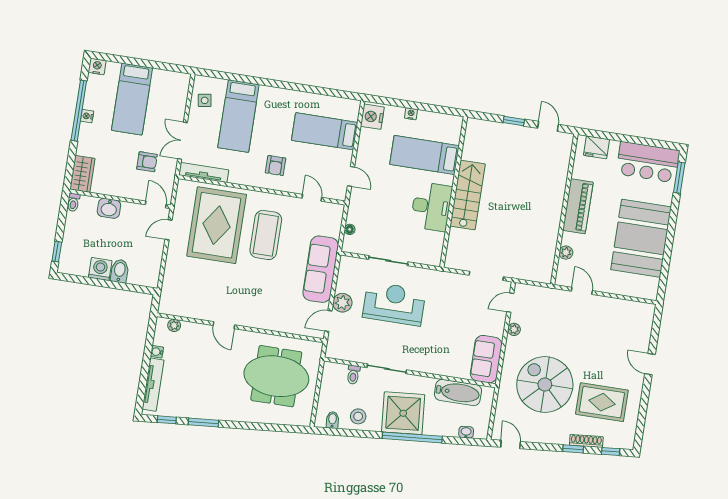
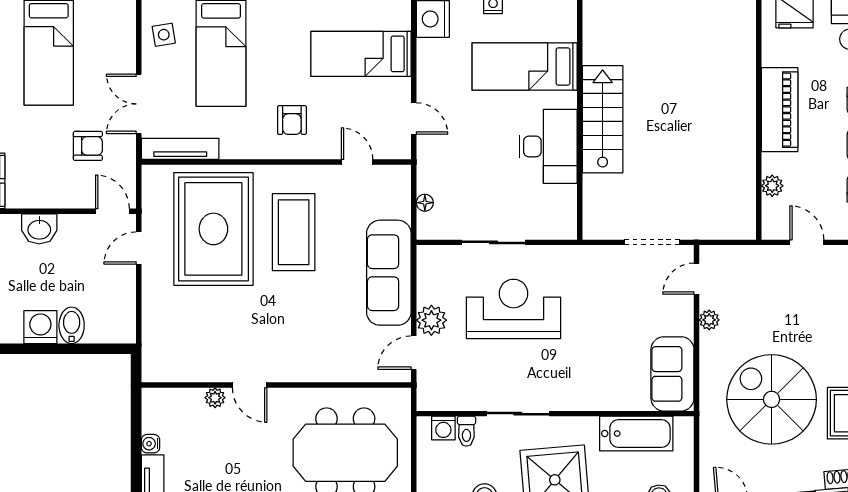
plant: (174, 325) -> (215, 398), moved
washing machine: (339, 370) -> (443, 428), added

